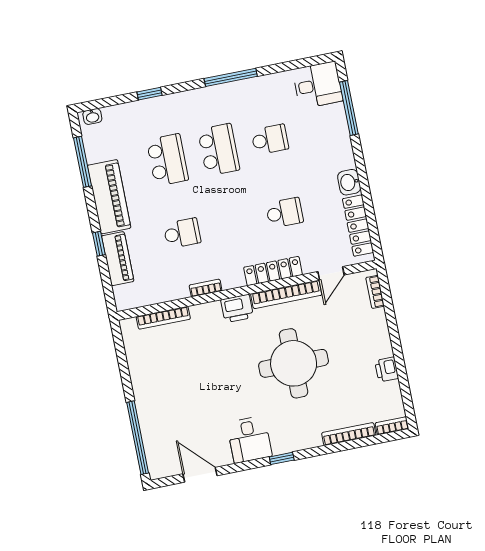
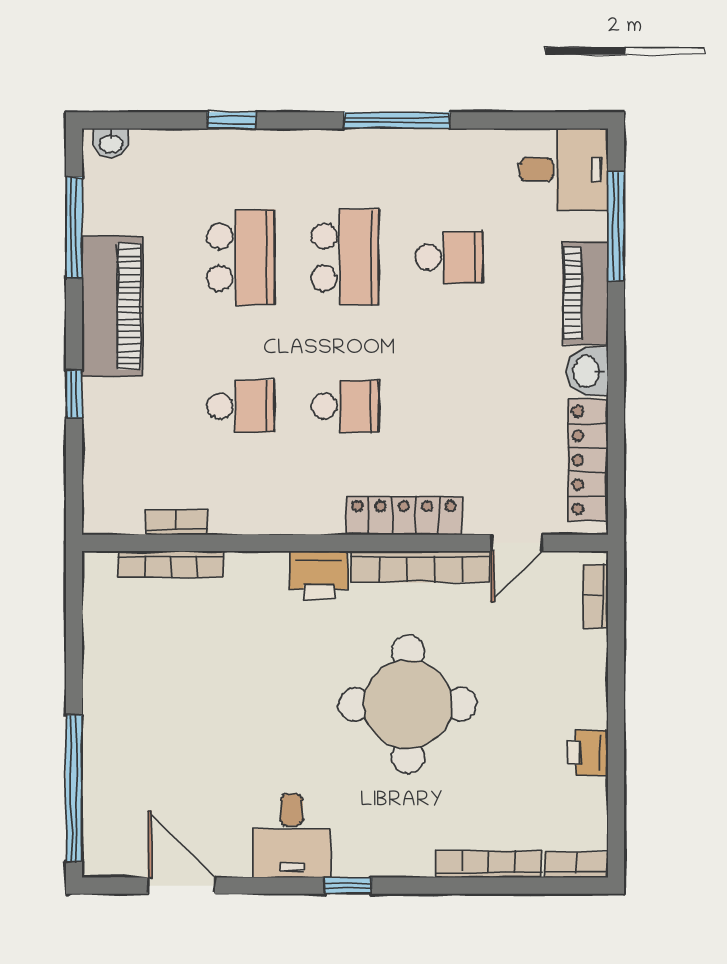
school desk: (285, 213) -> (345, 406), moved
piano: (118, 259) -> (585, 293), moved, turned 180
bookcase: (206, 288) -> (177, 522), moved

